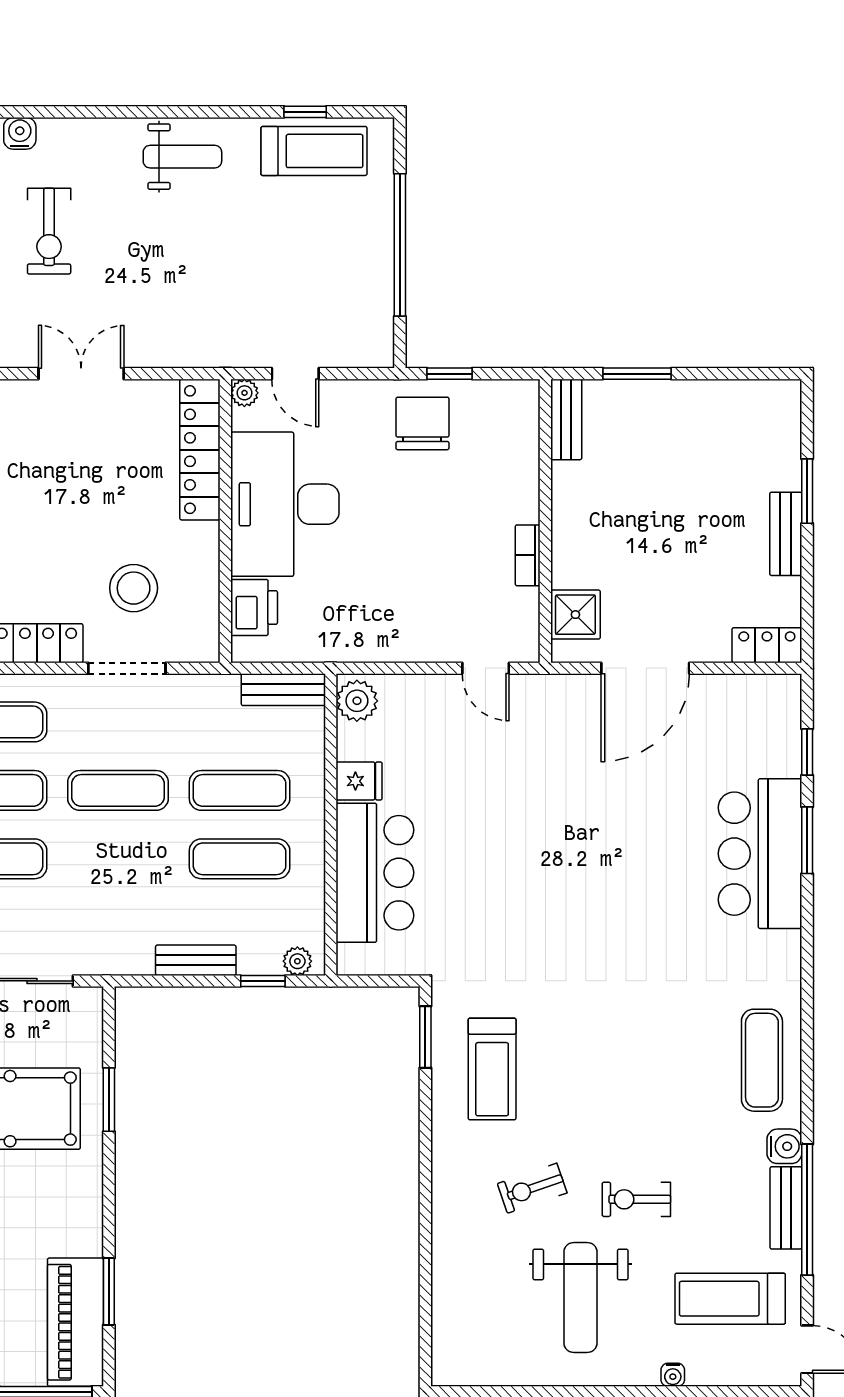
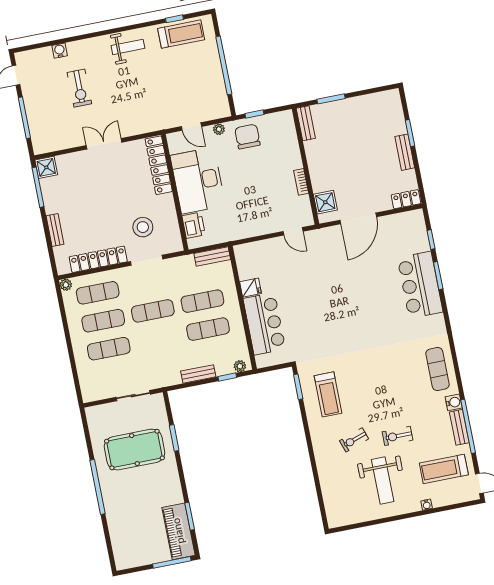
plant: (244, 393) -> (219, 129), moved
plant: (357, 701) -> (243, 255), removed

